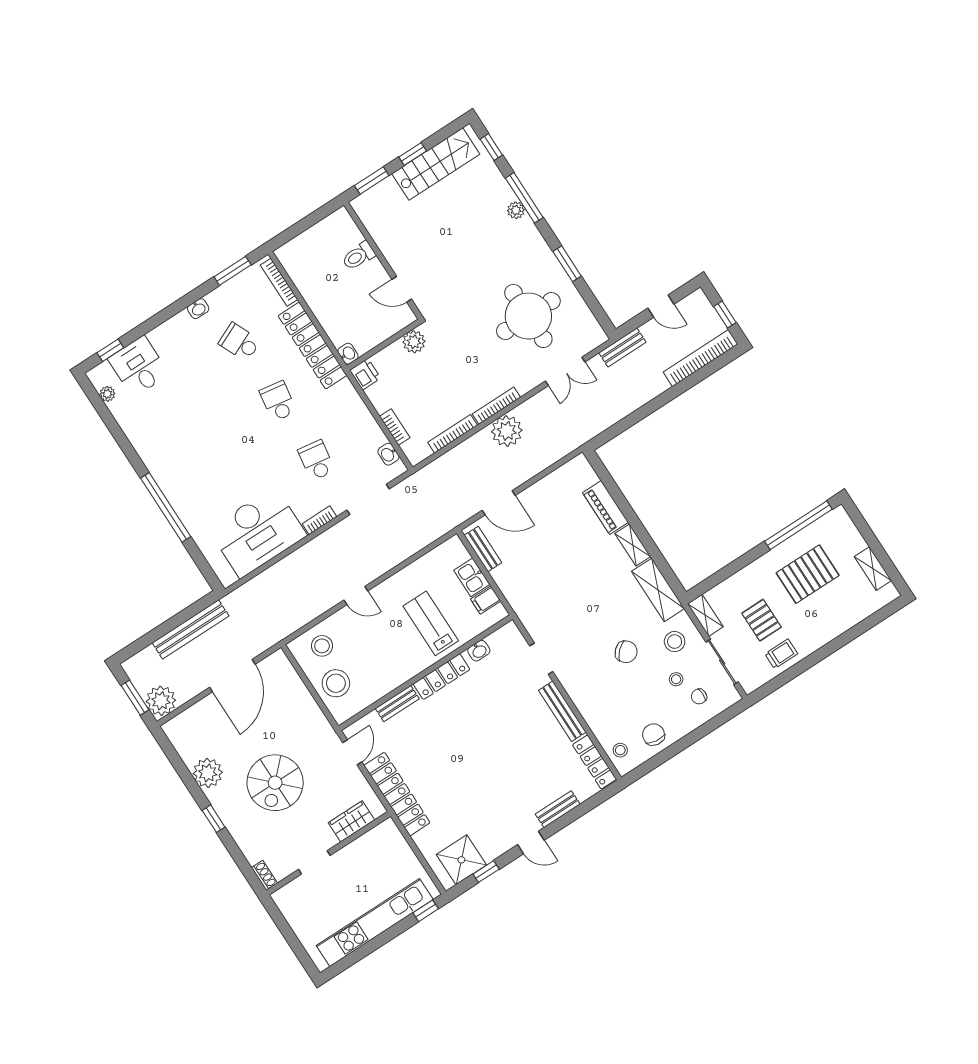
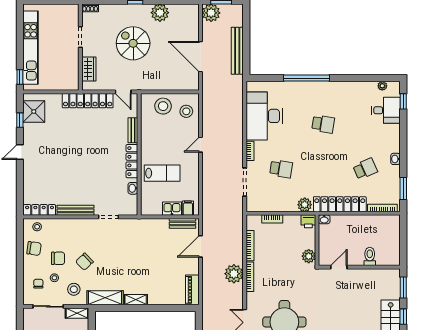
plant: (345, 394) -> (305, 205), added
school desk: (278, 401) -> (323, 124), moved
washbasin: (388, 454) -> (261, 207), removed
piano: (605, 508) -> (192, 290), moved, turned -90
filing cabinet: (486, 600) -> (188, 208), moved
chair: (645, 692) -> (58, 258), added
bench: (558, 809) -> (28, 176), removed

